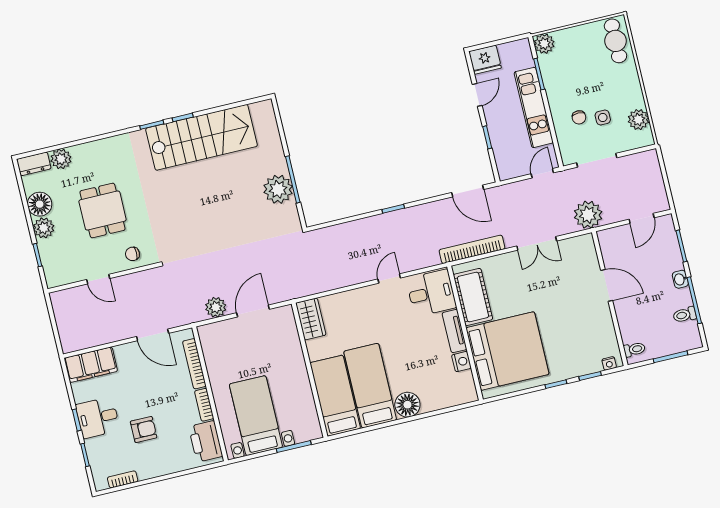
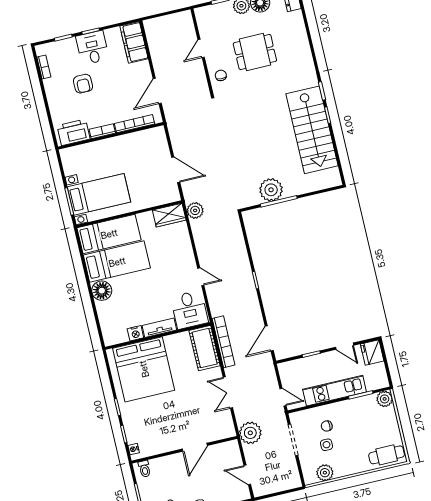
plant: (61, 159) -> (295, 20), removed
cot: (473, 297) -> (205, 348), moved, turned 90
plant: (216, 307) -> (195, 210), moved
bed with nightstands: (256, 416) -> (99, 194), moved

